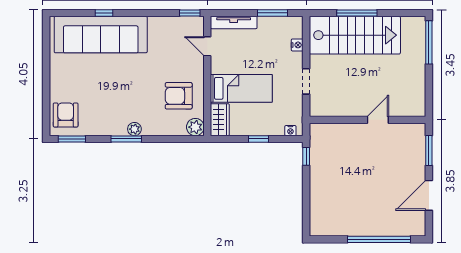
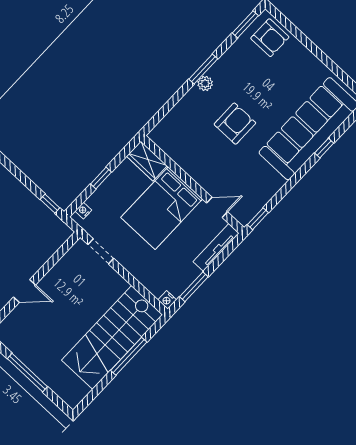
window: (429, 42) -> (27, 373), moved
nightstand: (297, 45) -> (167, 300), moved
doorway: (306, 81) -> (101, 251), moved
bed: (241, 88) -> (162, 208), width x1.50
armchair: (179, 96) -> (235, 124), moved
door: (378, 120) -> (25, 291), hinge flipped
plant: (195, 127) -> (160, 135), removed

